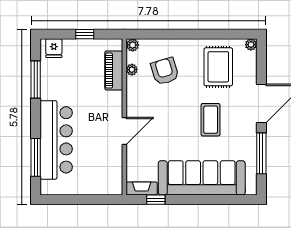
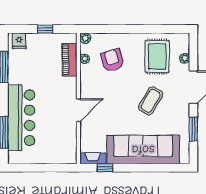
plant: (251, 45) -> (185, 58), moved
coffee table: (211, 120) -> (151, 101), turned 30
window: (261, 153) -> (193, 129), width x0.69

